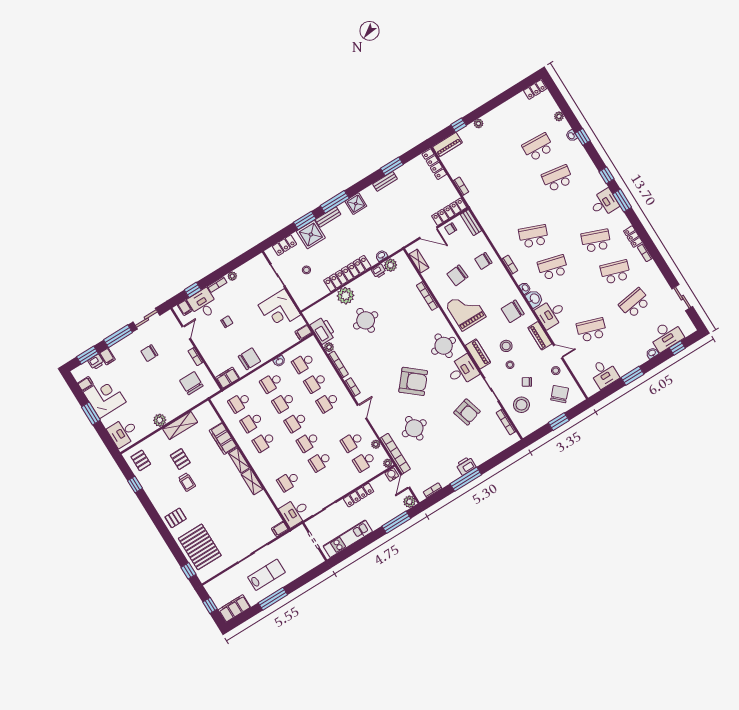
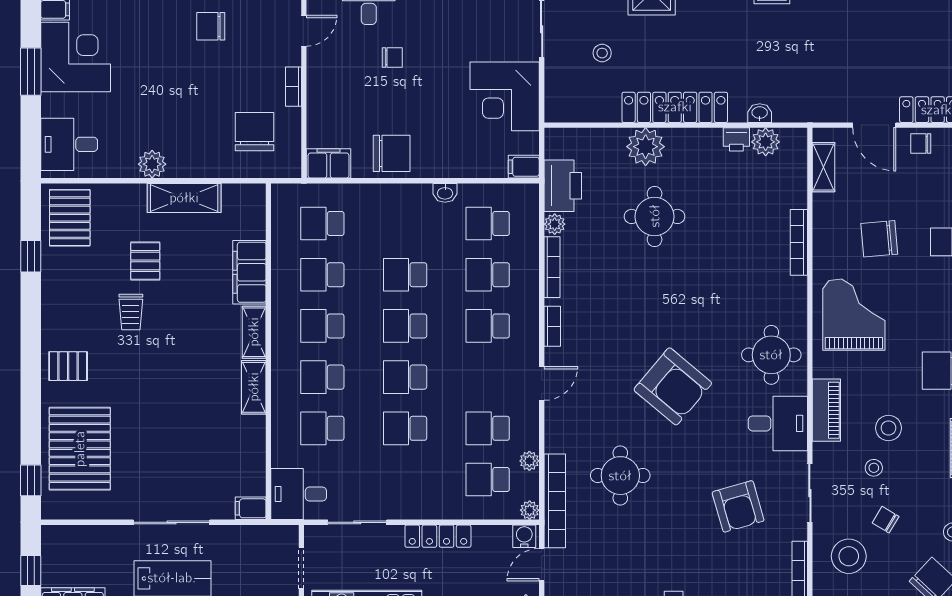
school desk: (271, 383) -> (322, 377), moved
pallet: (141, 460) -> (70, 218), width x1.50, depth x1.42

